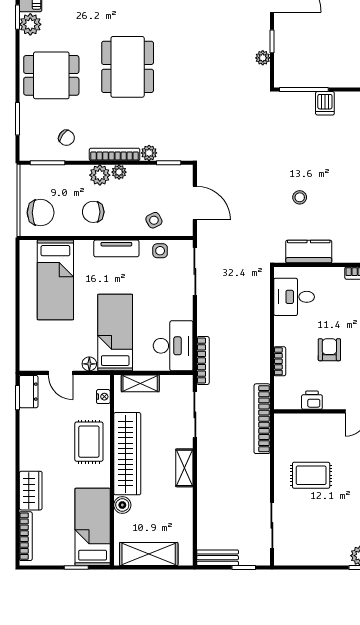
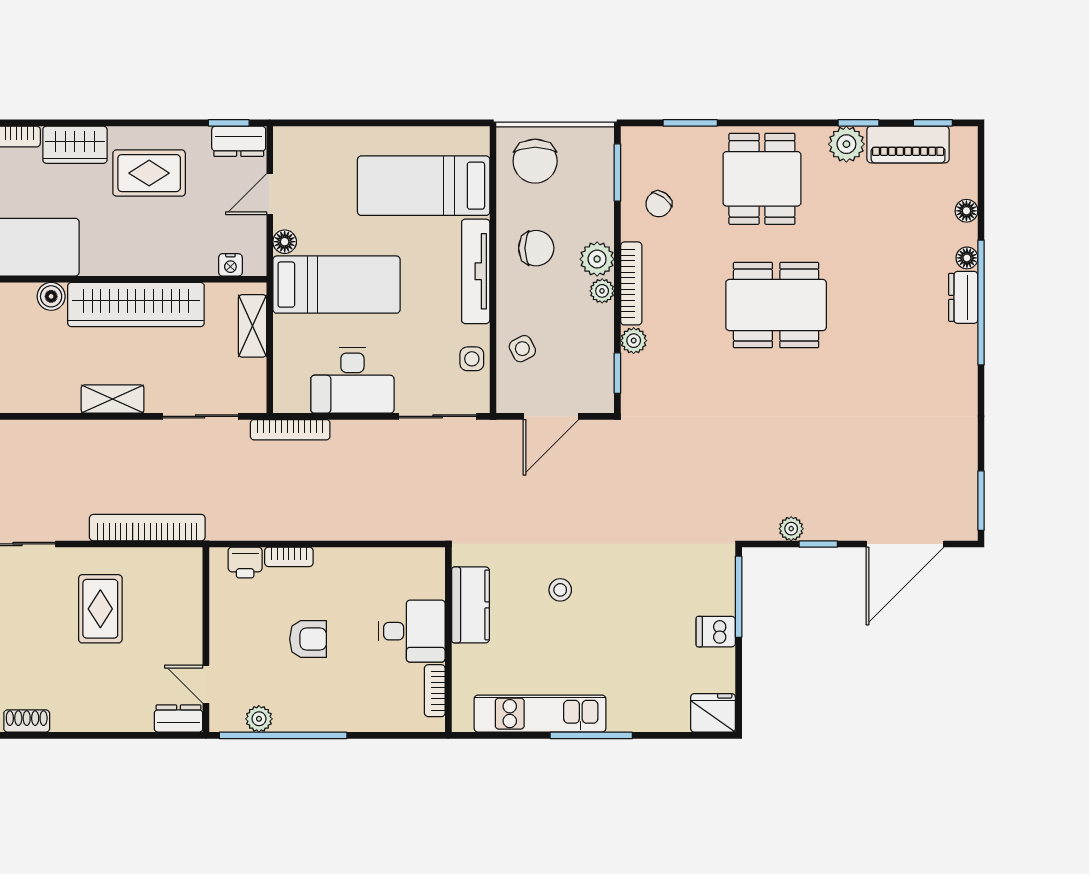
chair: (93, 212) -> (536, 248), turned 90
tv unit: (116, 248) -> (476, 271), width x1.41
desk: (294, 297) -> (412, 631), moved, turned 90
desk: (173, 346) -> (352, 380), moved
printer: (312, 400) -> (245, 563), moved, turned 90
bookcase: (262, 419) -> (147, 528), moved
rug: (89, 442) -> (149, 173), moved

